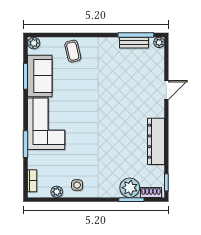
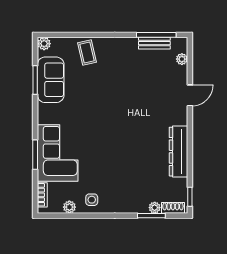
plant: (159, 42) -> (182, 59), moved
corner sofa: (46, 124) -> (58, 153), moved
plant: (130, 188) -> (155, 208), width x0.53, depth x0.53

